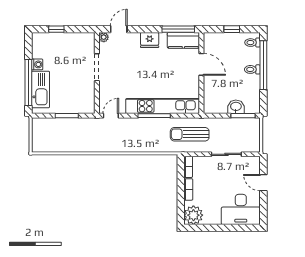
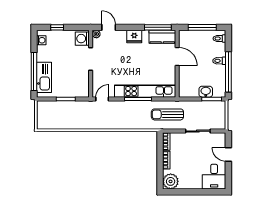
door: (119, 29) -> (109, 27), hinge flipped
window: (232, 29) -> (202, 27), width x2.17
washing machine: (87, 43) -> (82, 39), added
washing machine: (37, 64) -> (41, 40), moved
window: (263, 65) -> (228, 72), moved
desk: (241, 209) -> (214, 177), width x0.73

